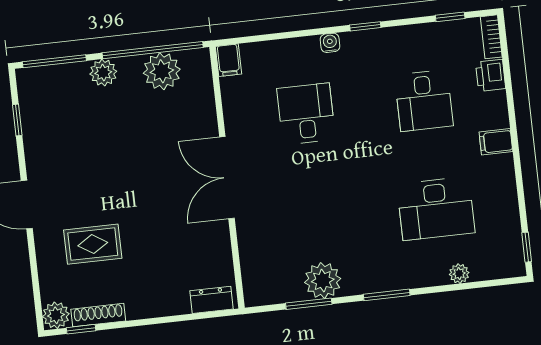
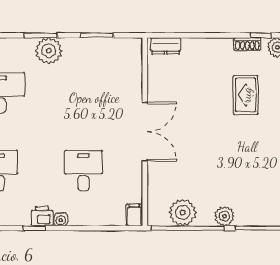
printer: (357, 44) -> (42, 216), added
desk: (306, 114) -> (83, 171), turned 180
rug: (93, 244) -> (246, 95), turned 90
plant: (323, 281) -> (49, 51), moved
shoe rack: (98, 315) -> (247, 44), width x0.70

